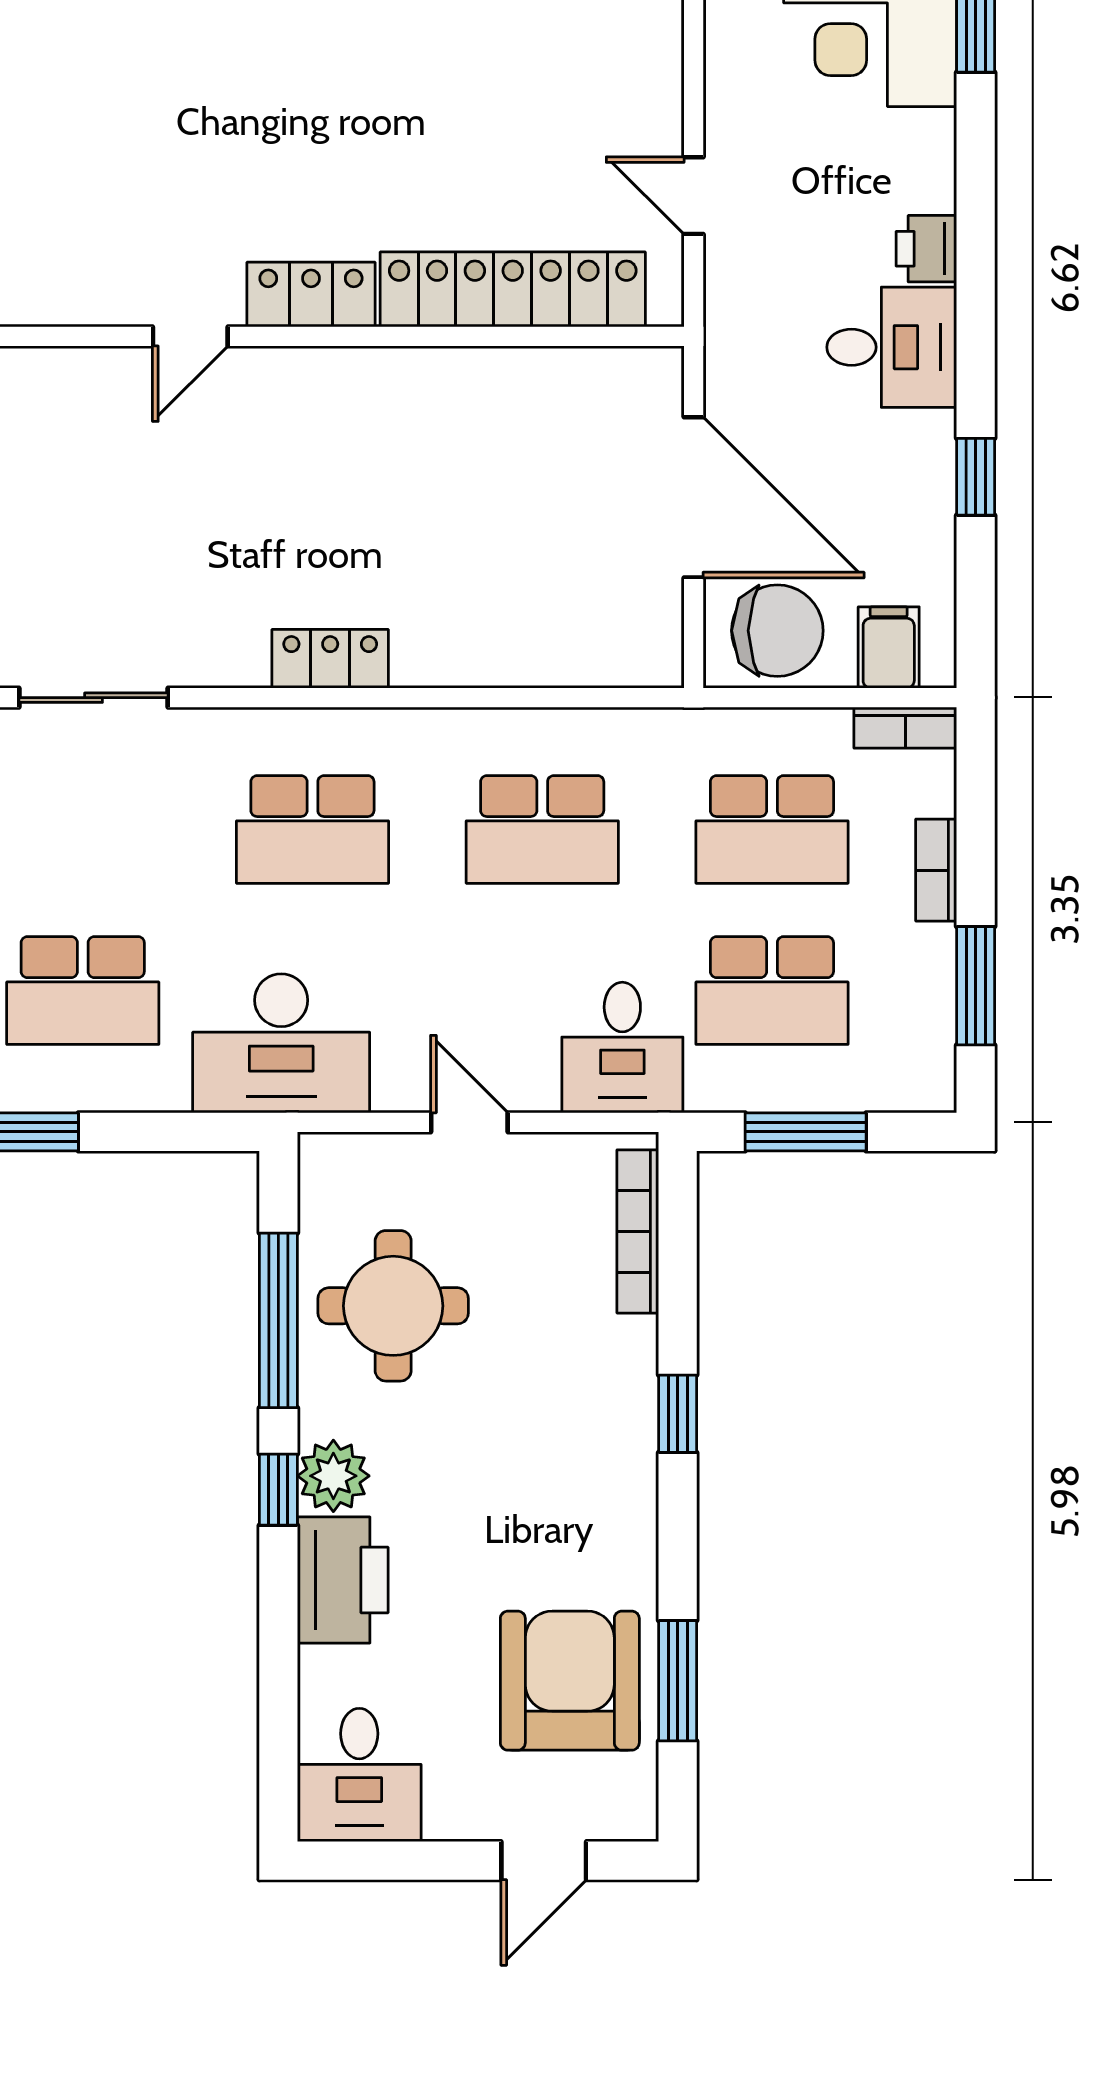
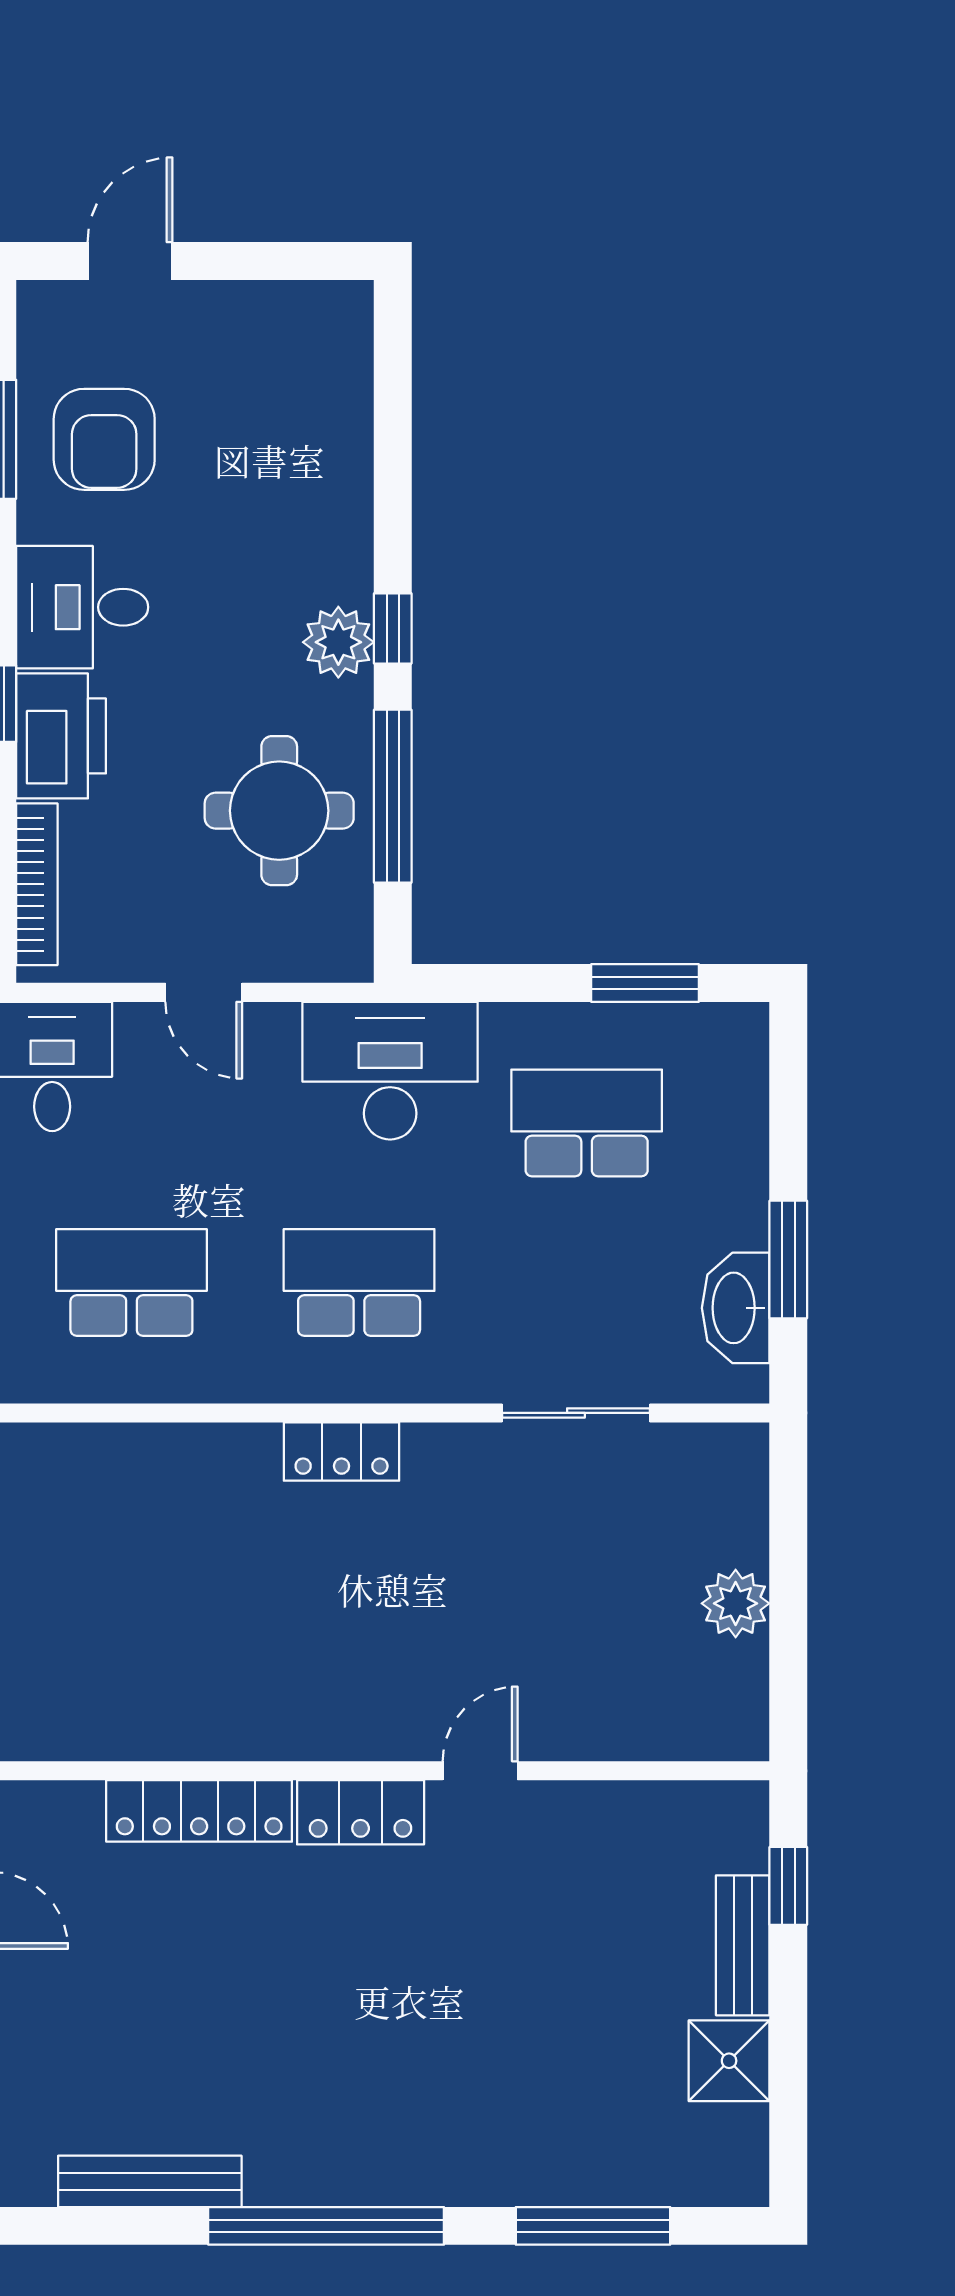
locker: (513, 289) -> (199, 1811), width x0.71, depth x0.83
printer: (343, 1580) -> (61, 736), moved, turned 180
armchair: (570, 1681) -> (104, 439), width x0.73, depth x0.73
desk: (359, 1775) -> (82, 607), moved, turned -90

